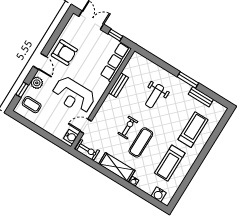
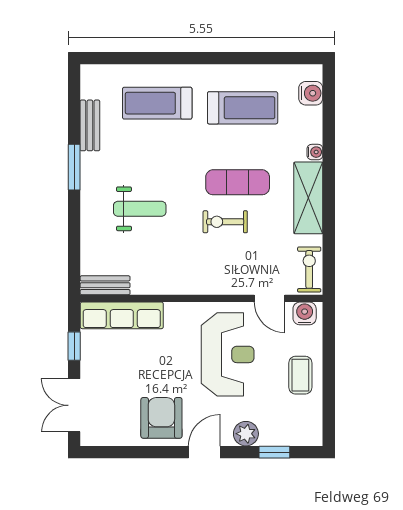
bench: (118, 85) -> (105, 285), moved
coffee table: (32, 105) -> (300, 375), moved

